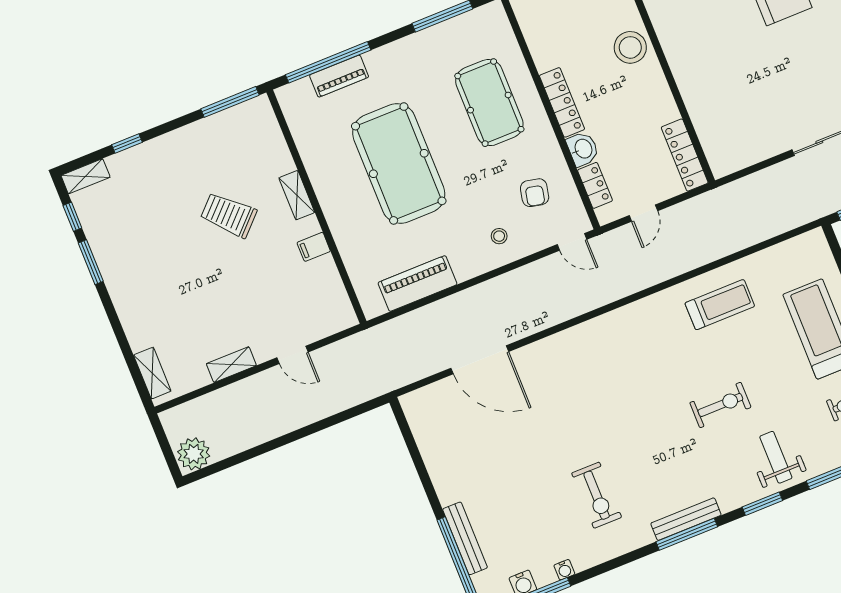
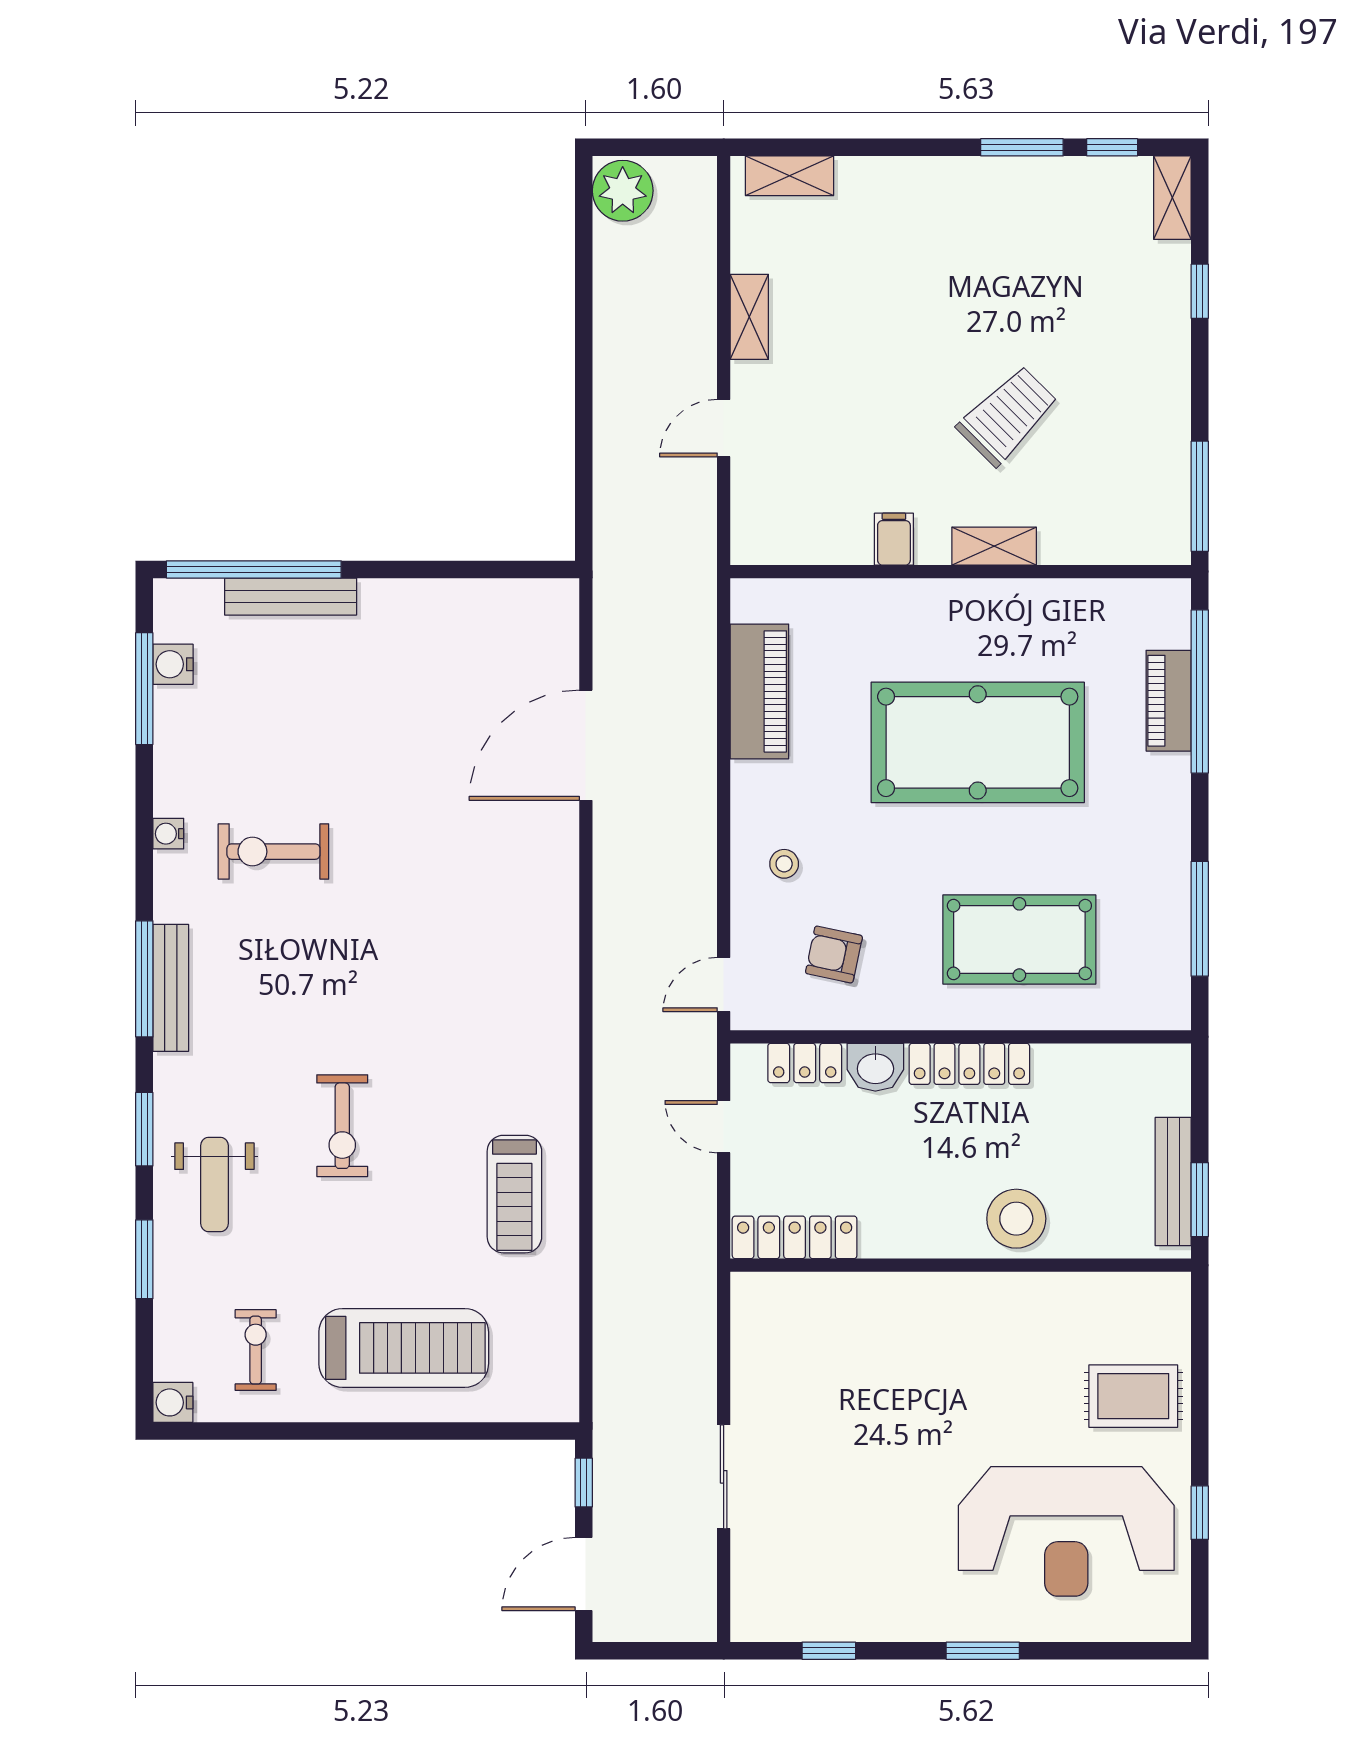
weight bench: (776, 457) -> (214, 1185), turned 90
water cooler: (564, 570) -> (168, 834), moved

